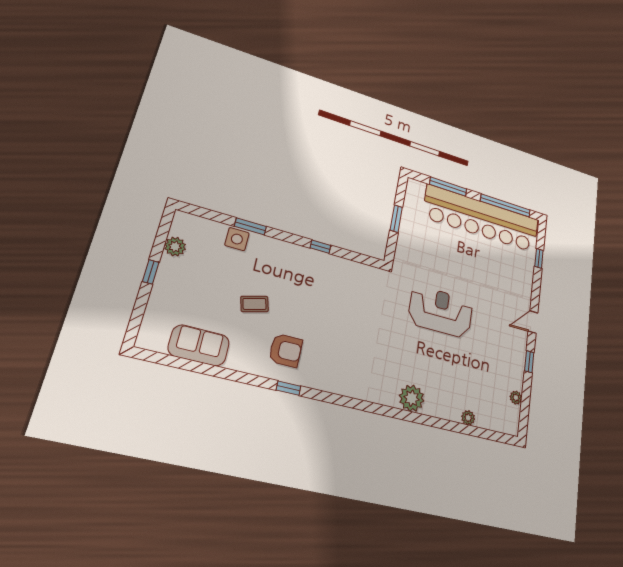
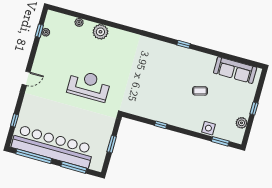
window: (250, 226) -> (220, 141), moved
reception desk: (441, 312) -> (89, 86), turned 180
sofa: (199, 345) -> (235, 70), width x1.36
armchair: (286, 350) -> (184, 65), removed
window: (529, 362) -> (39, 31), moved
plant: (412, 398) -> (100, 32), moved

